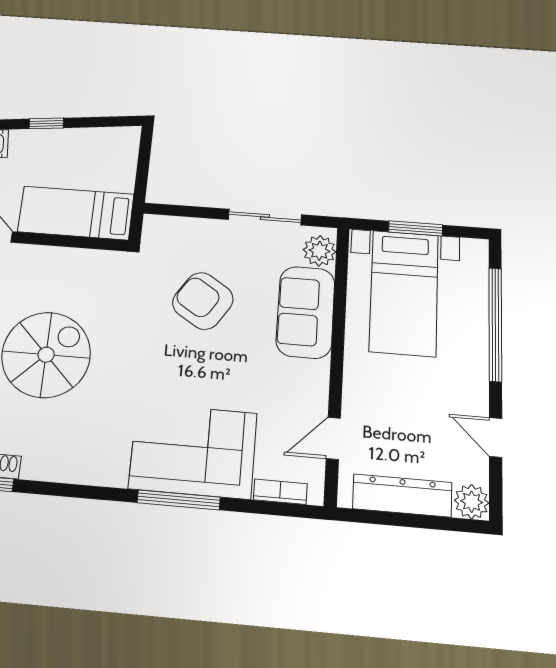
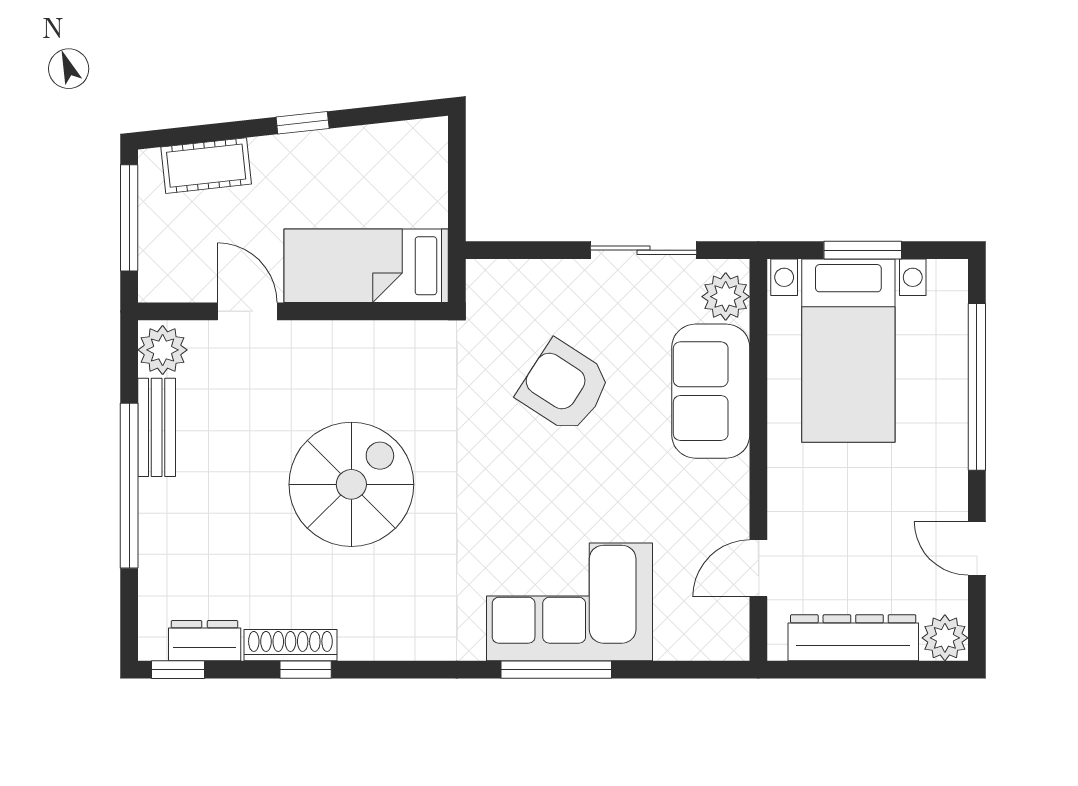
bookcase: (280, 492) -> (691, 647), removed

